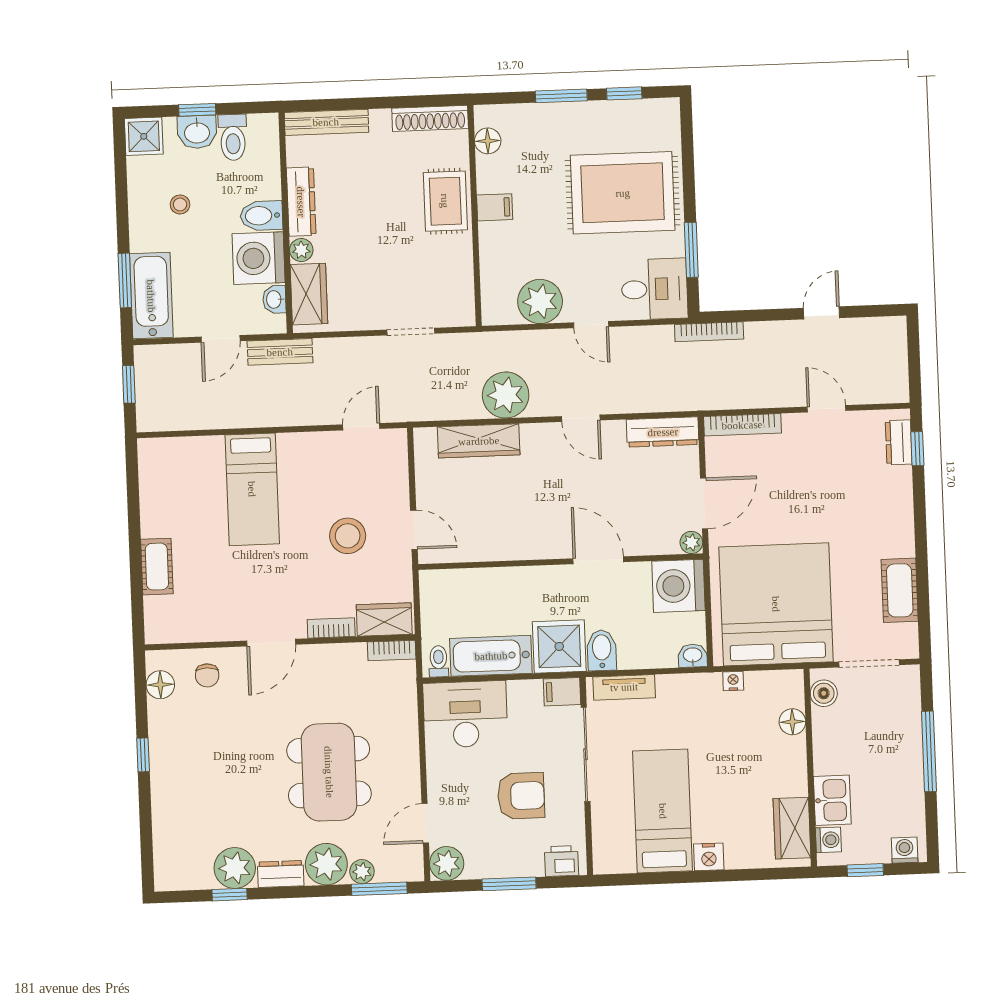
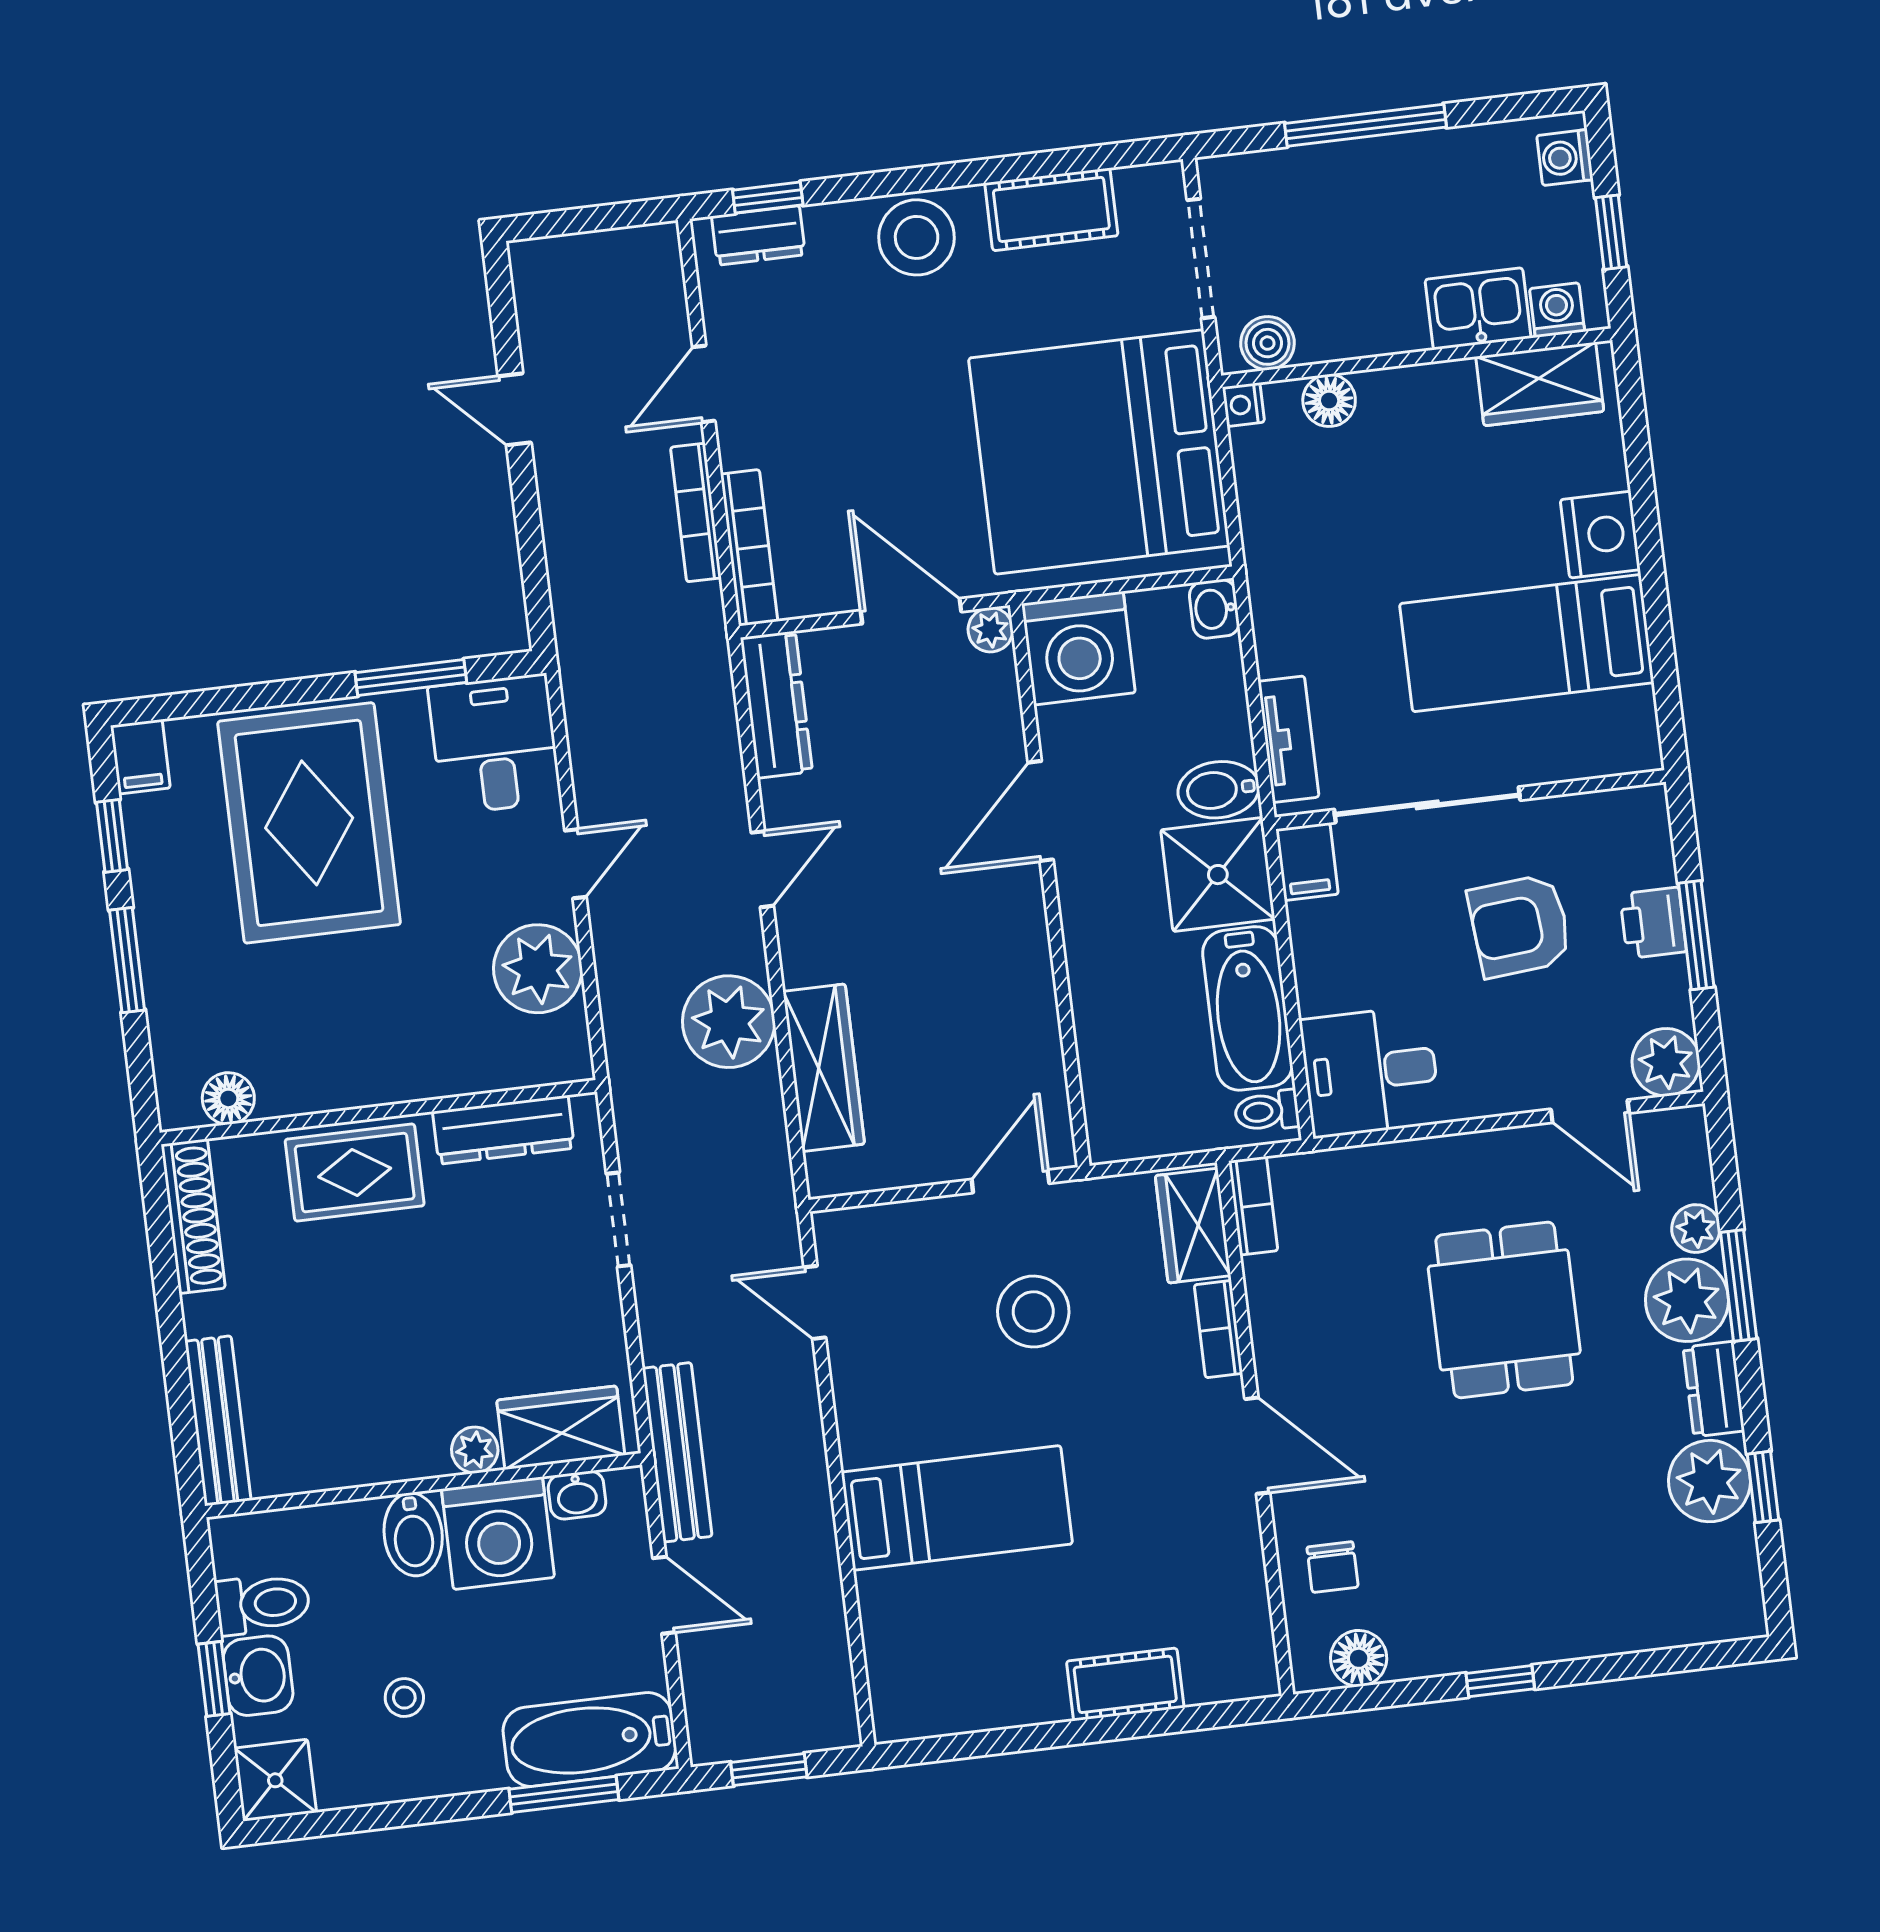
dresser: (301, 202) -> (503, 1130), moved, turned 180
filing cabinet: (495, 207) -> (140, 757), moved, turned 180
bookcase: (709, 332) -> (696, 513), moved, turned 180
bench: (280, 352) -> (677, 1452), width x1.36
stool: (891, 522) -> (917, 237), added
chair: (207, 675) -> (1333, 1567), turned 90
nightstand: (733, 681) -> (1243, 405), moved
desk: (465, 714) -> (1370, 1072), width x0.73
dining table: (329, 772) -> (1504, 1310), width x0.73
armchair: (521, 796) -> (1520, 926), turned -95
nightstand: (709, 857) -> (1600, 535), width x1.36, depth x1.33
printer: (561, 861) -> (1653, 923), moved
window: (379, 889) -> (1739, 1285), moved

